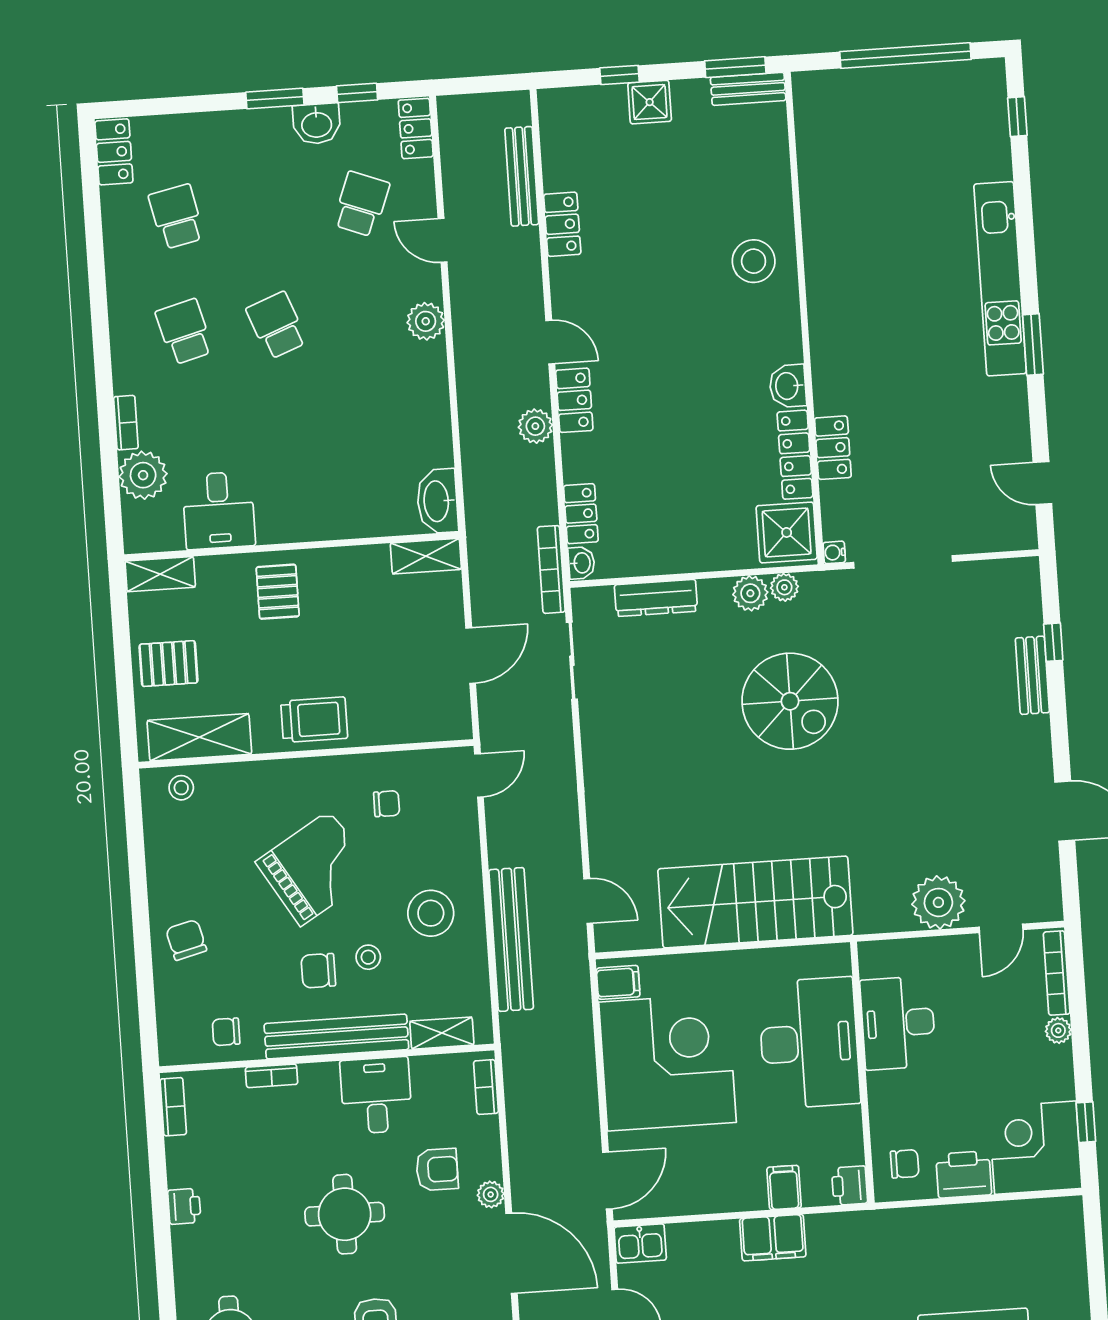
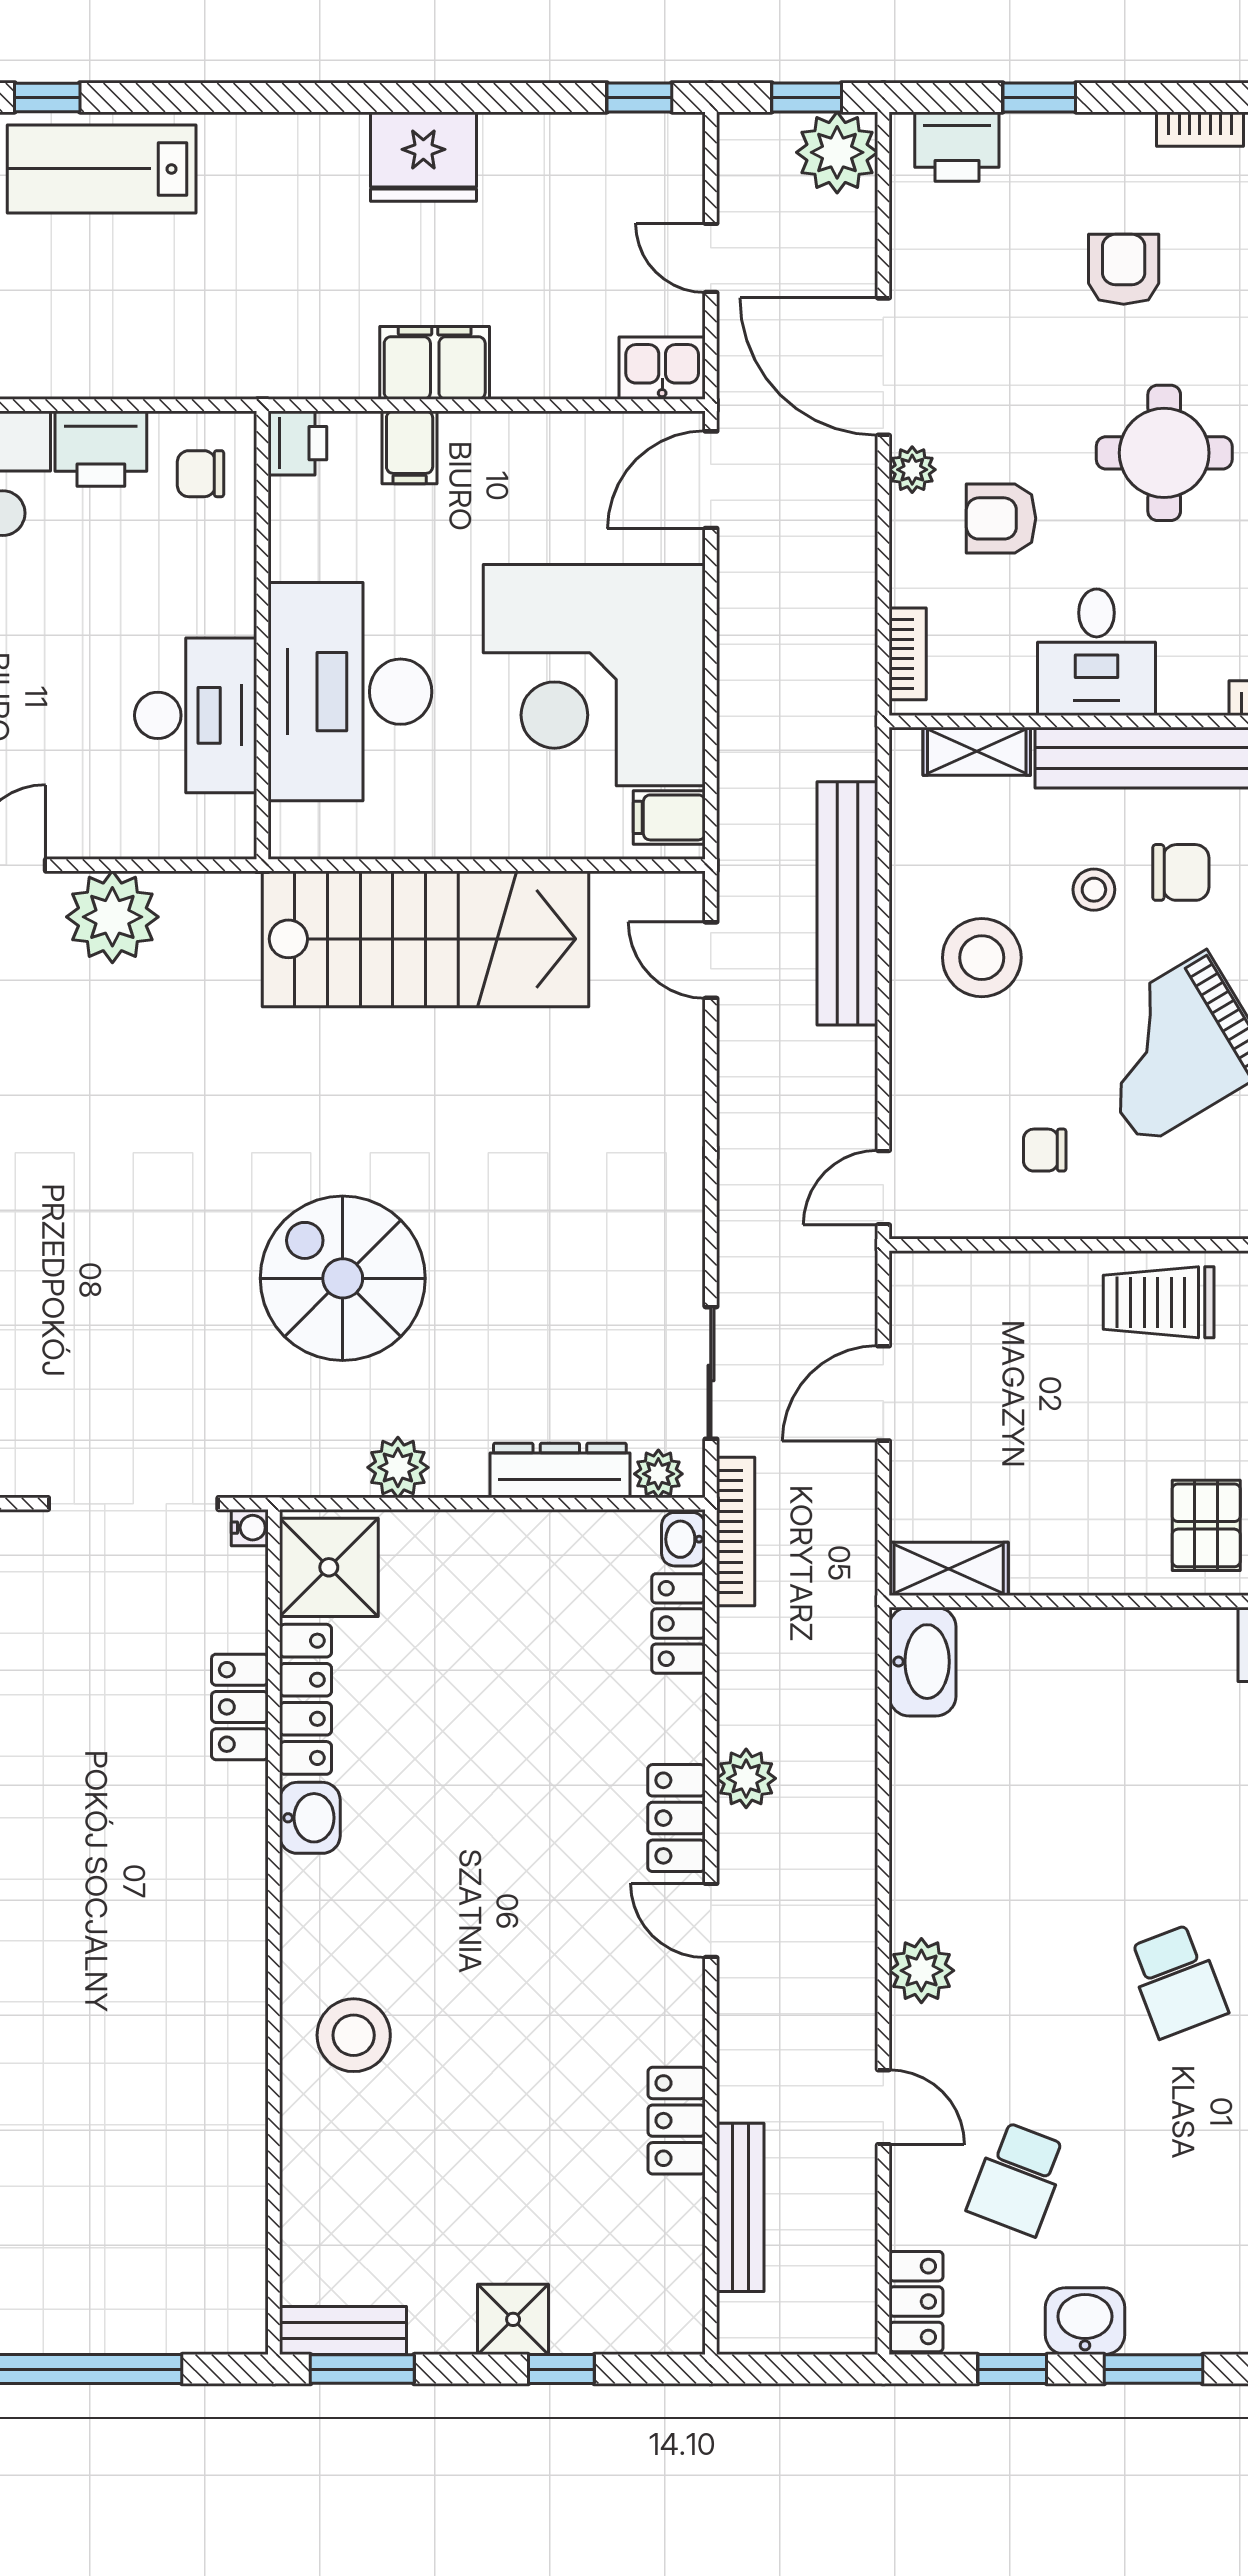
plant: (784, 587) -> (658, 1474), moved

